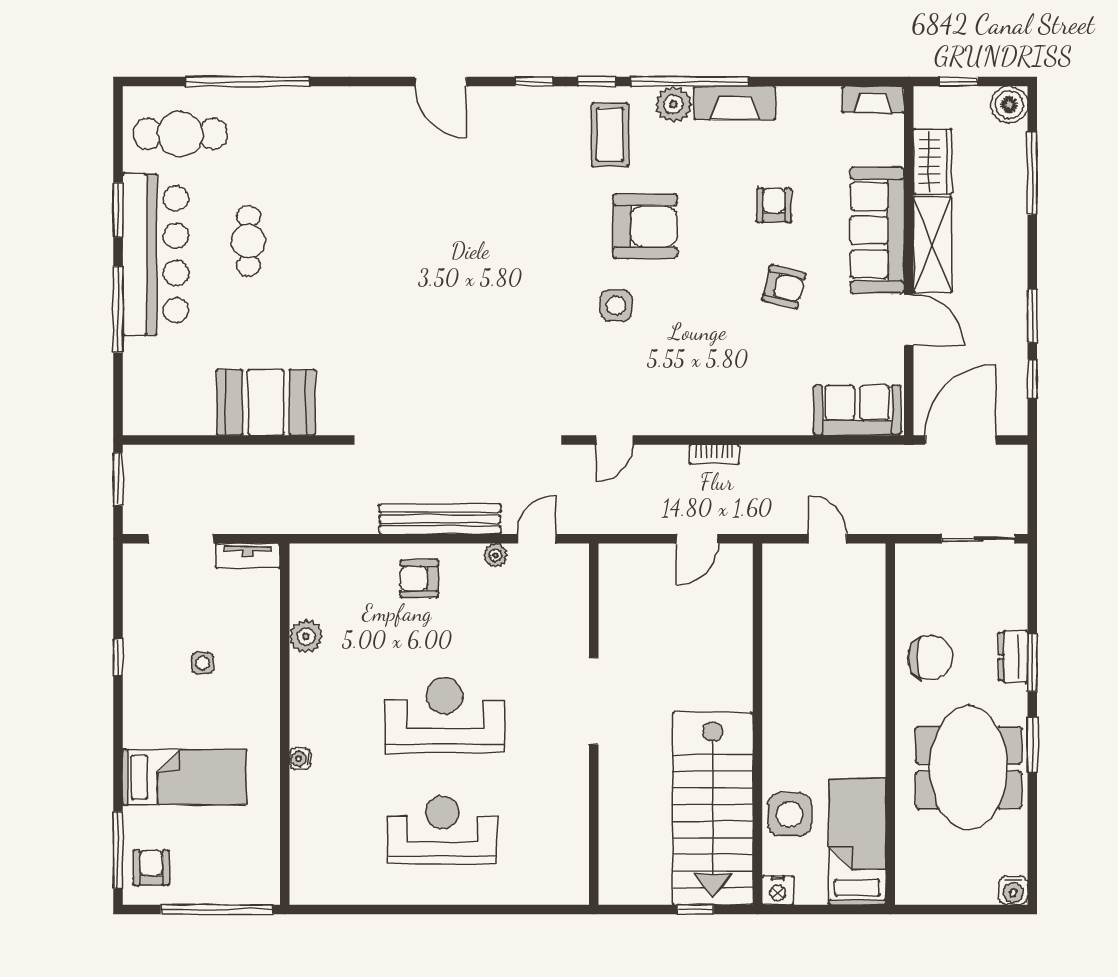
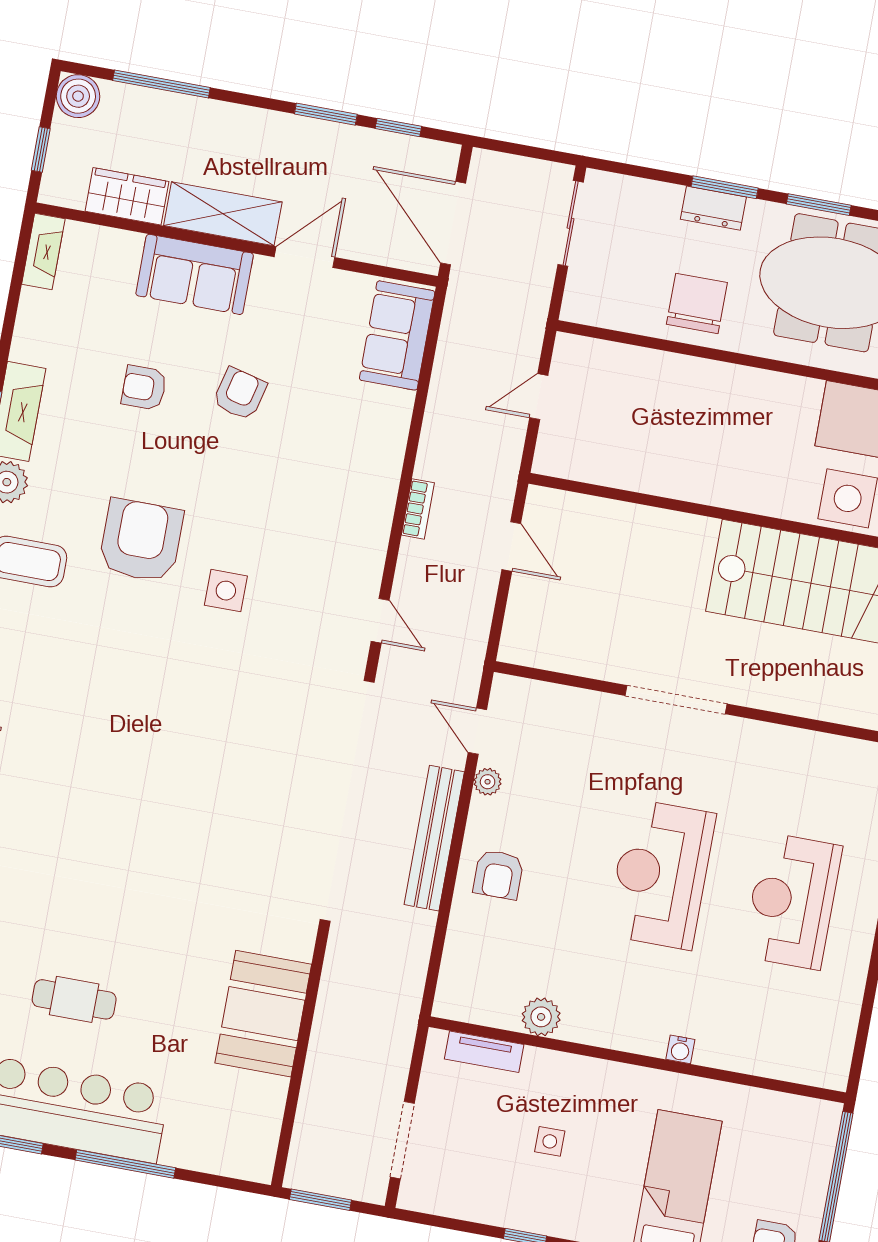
sofa: (877, 230) -> (195, 274), width x0.73
tv unit: (248, 556) -> (484, 1052), moved, turned 90

